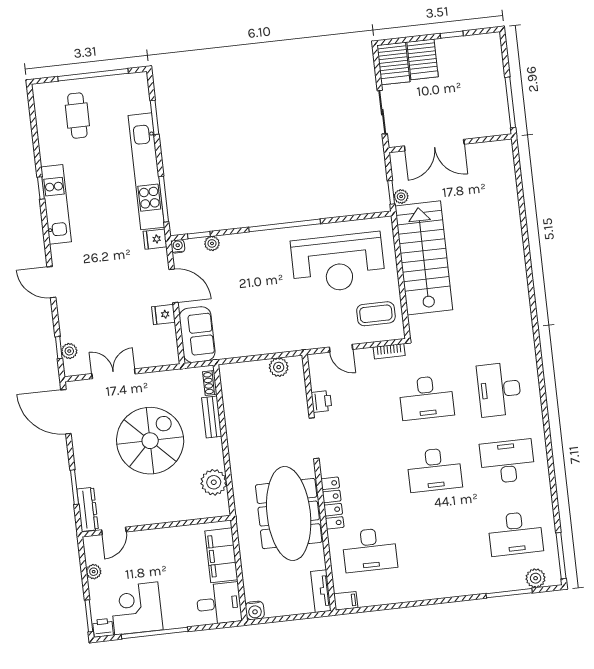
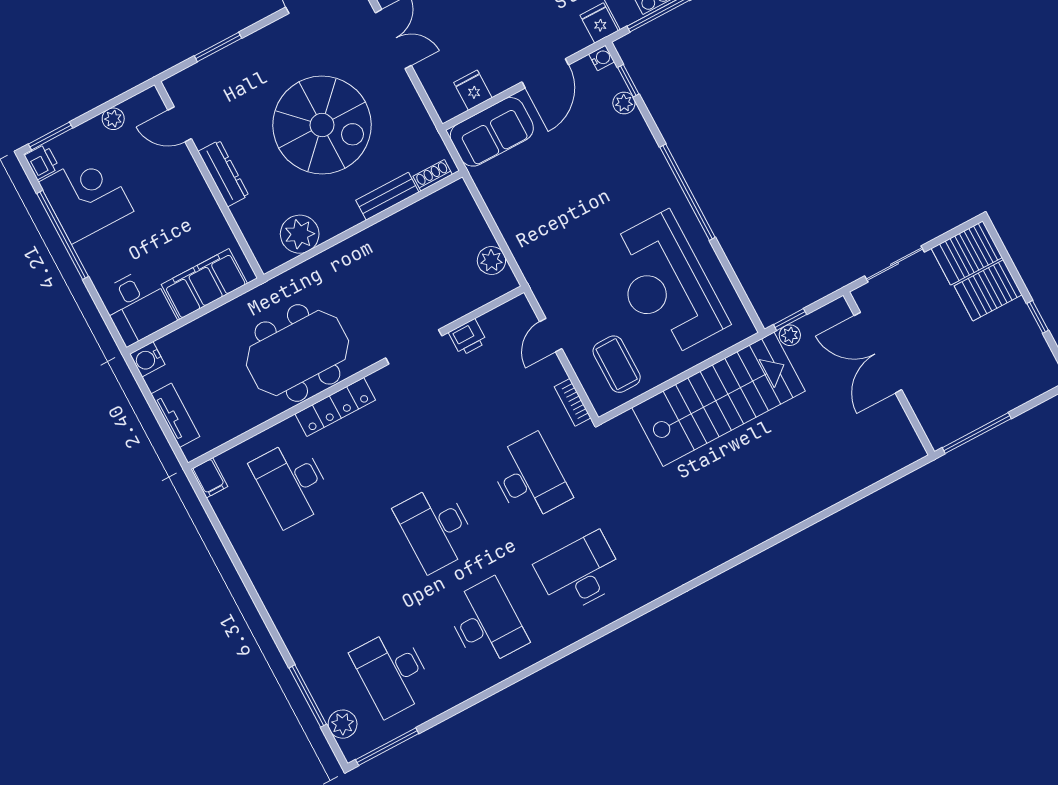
fridge: (163, 315) -> (473, 90), moved
desk: (426, 398) -> (530, 478), turned 180
dresser: (88, 509) -> (223, 173), moved, turned -90
meeting table: (289, 514) -> (297, 353), width x0.73
tv unit: (321, 591) -> (175, 415), moved, turned 90

